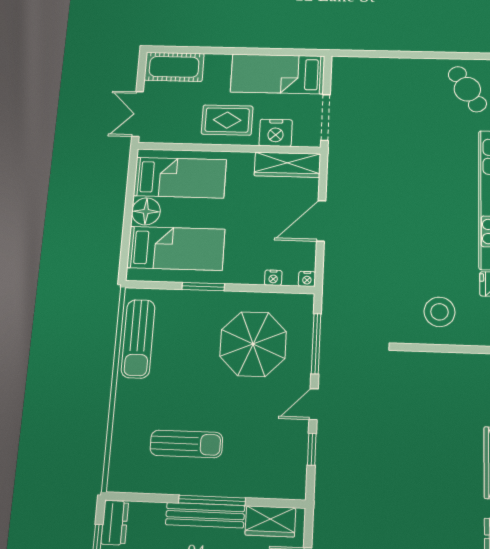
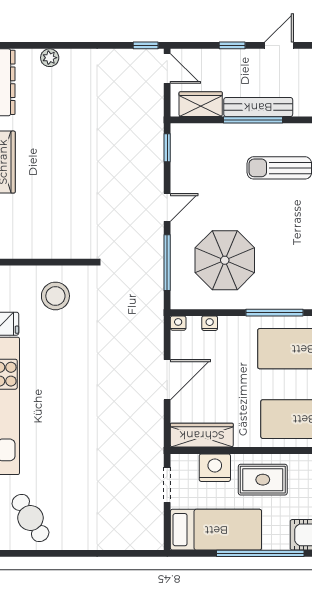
window: (234, 51) -> (260, 553), added
doorway: (325, 117) -> (167, 485), width x0.73
window: (203, 287) -> (274, 313), width x1.44
window: (312, 449) -> (167, 148), moved

